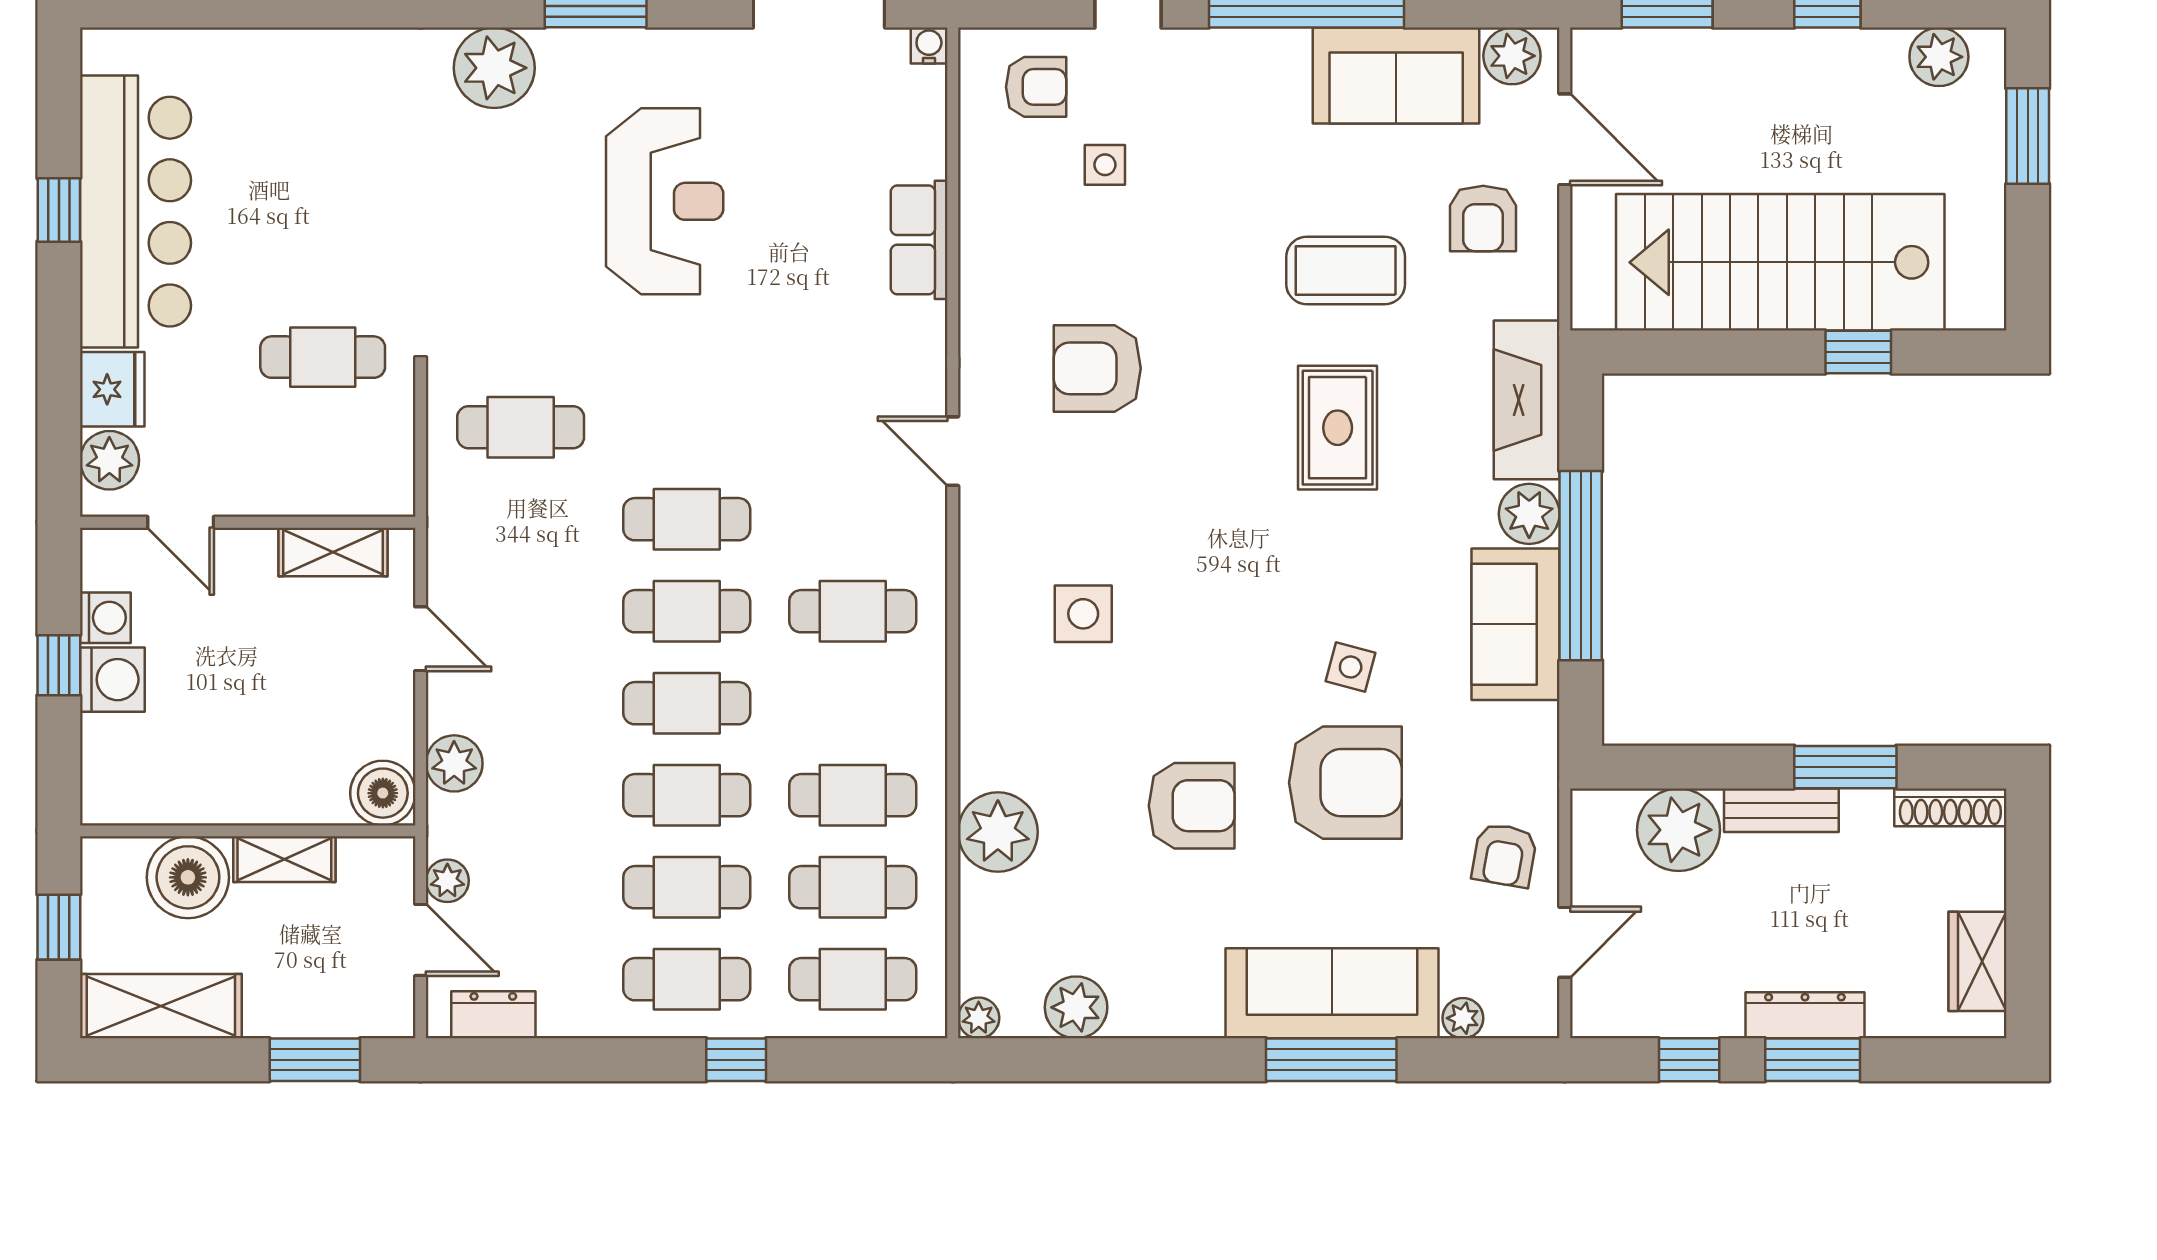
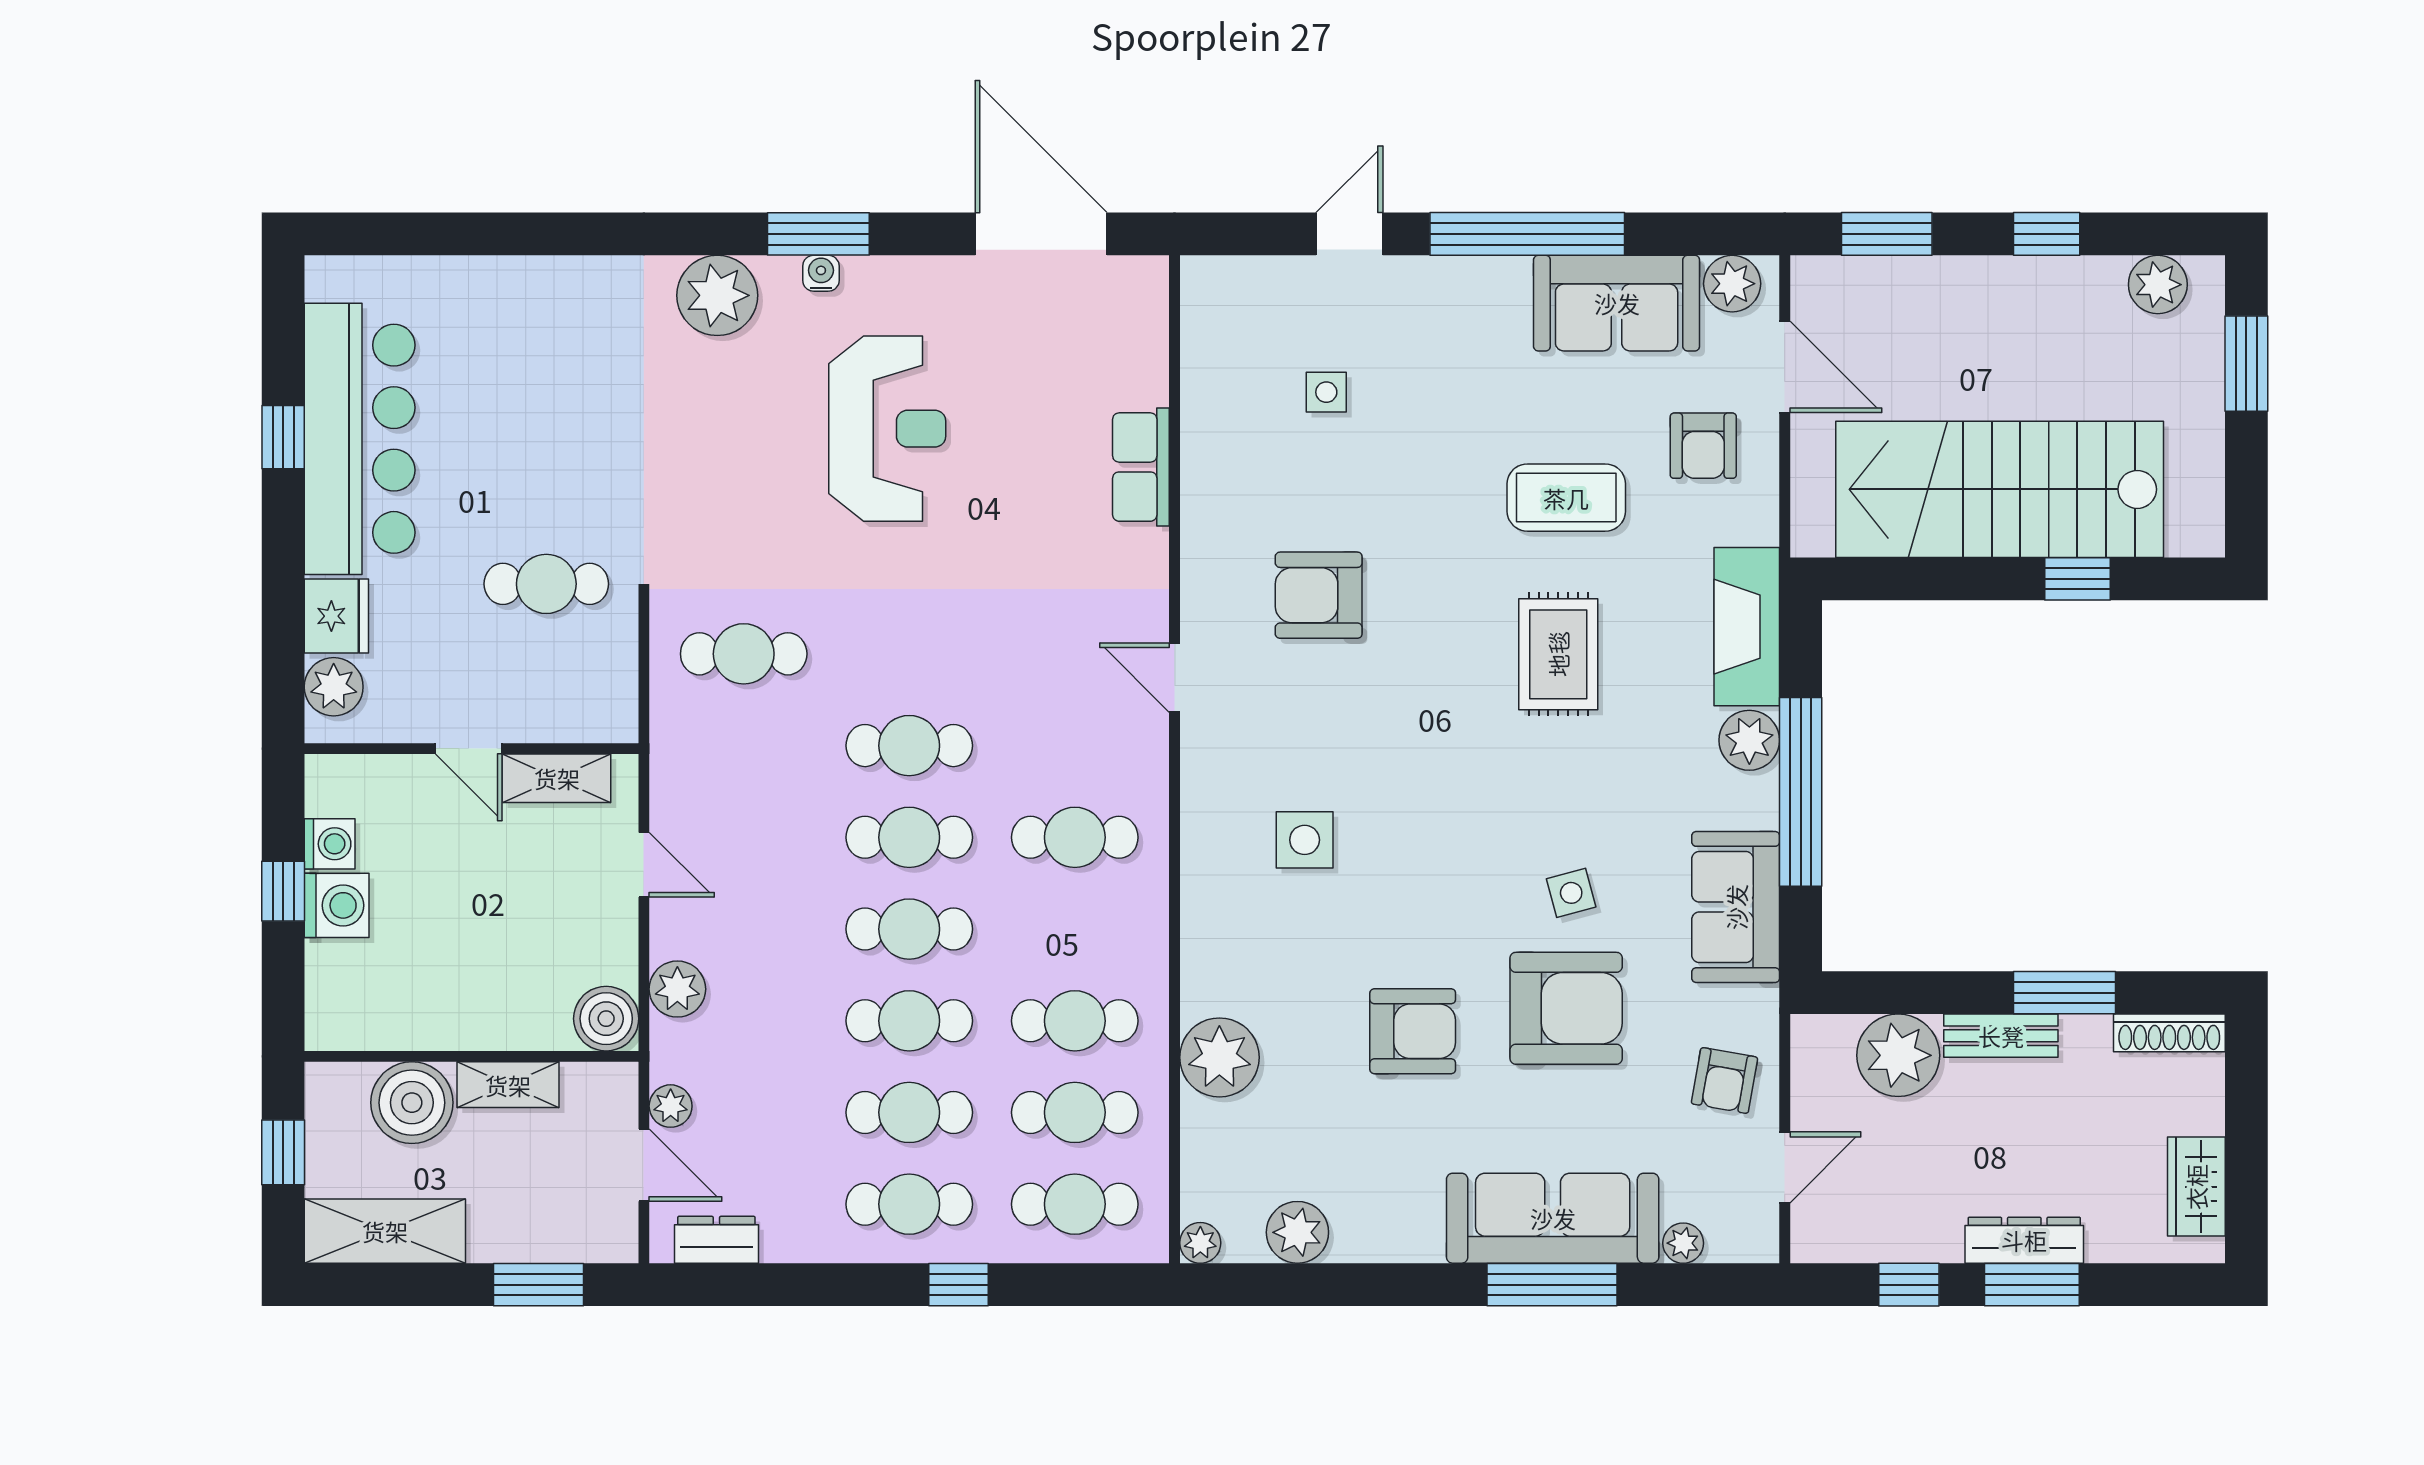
water cooler: (929, 46) -> (821, 273), moved
armchair: (1036, 87) -> (1258, 314), removed
door: (181, 522) -> (469, 749), moved
sofa: (1516, 624) -> (1736, 907), moved
side table: (1351, 667) -> (1571, 893), turned -30

